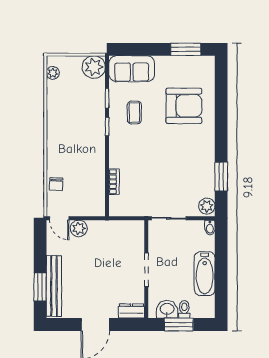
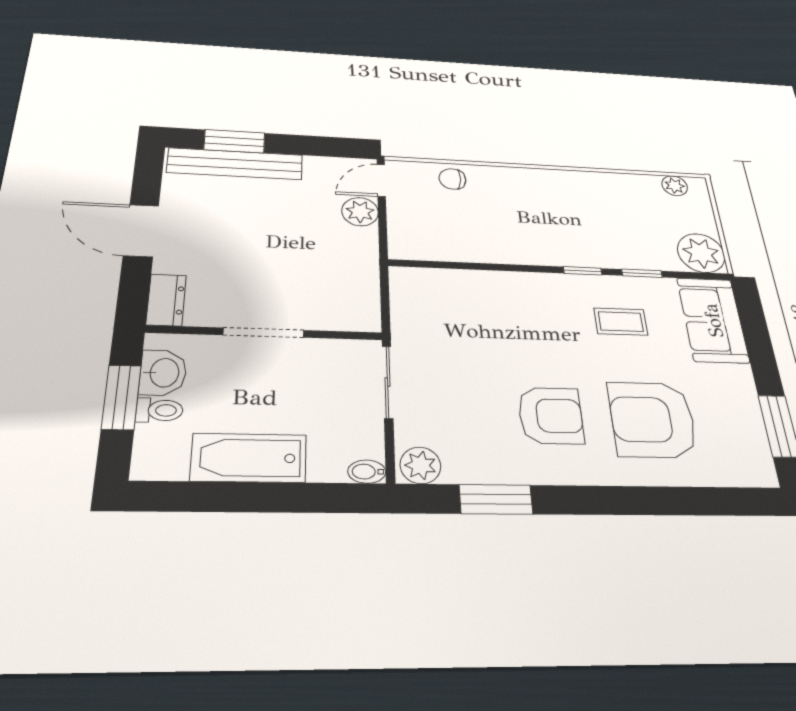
armchair: (184, 106) -> (653, 420), turned 90
armchair: (183, 150) -> (551, 416), added
bookcase: (114, 182) -> (465, 279), removed

